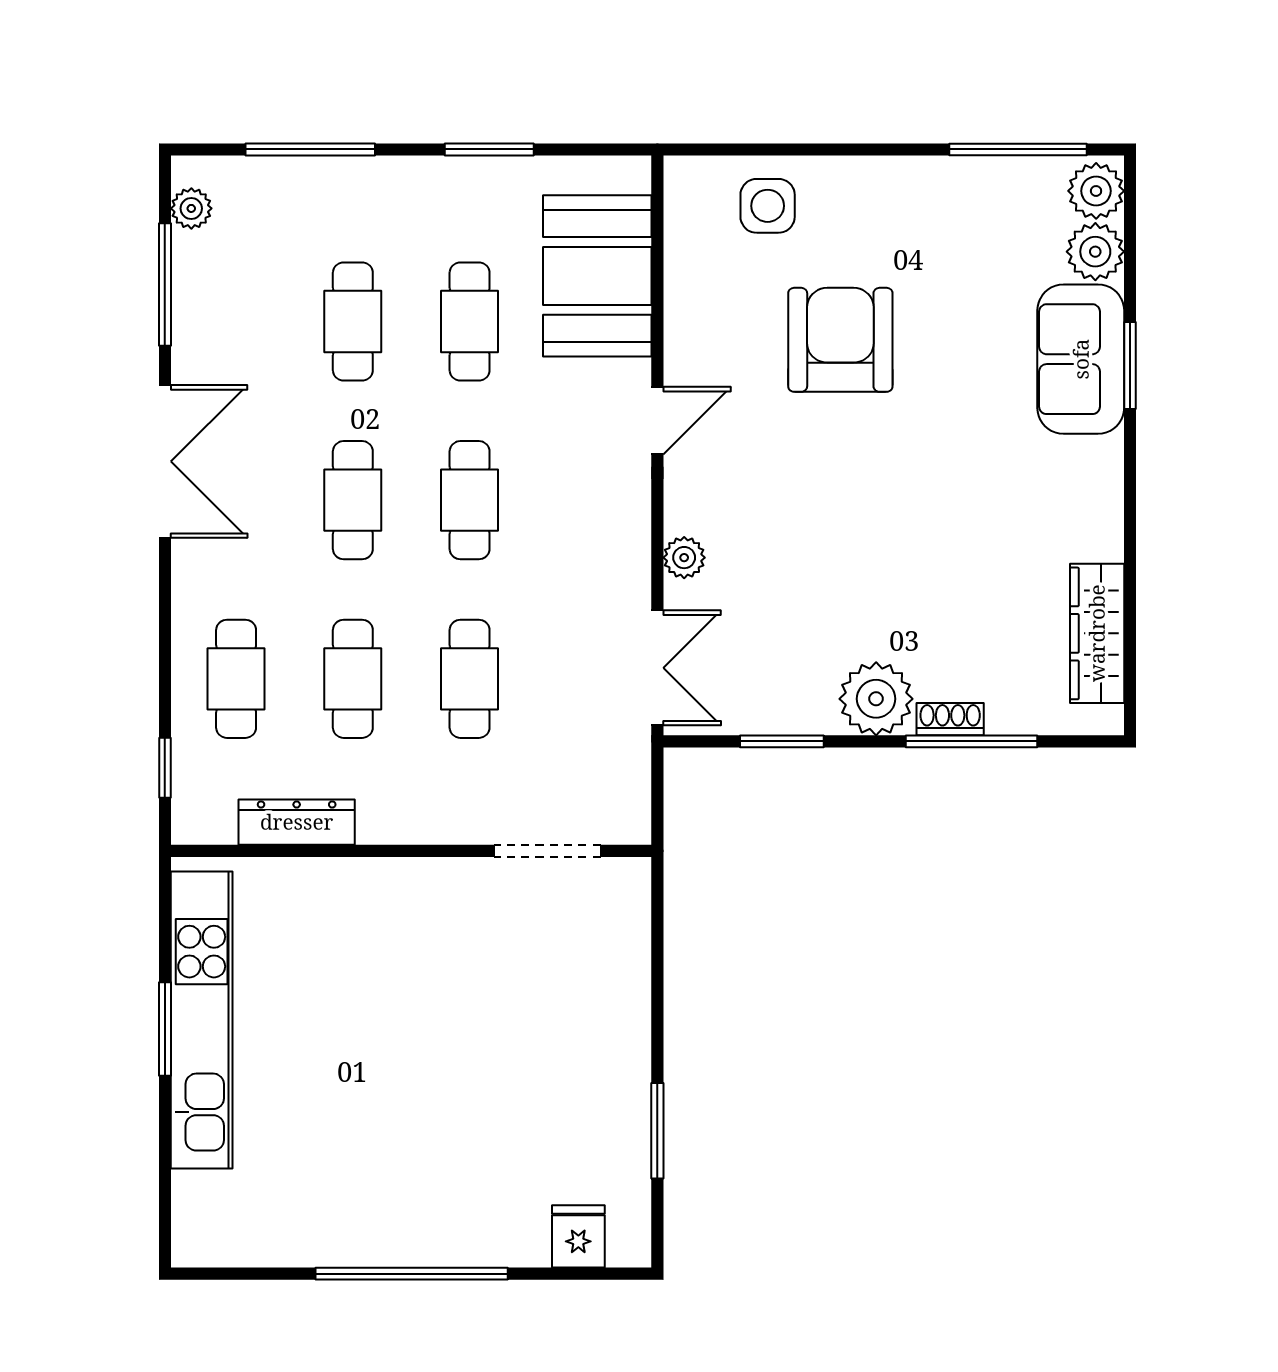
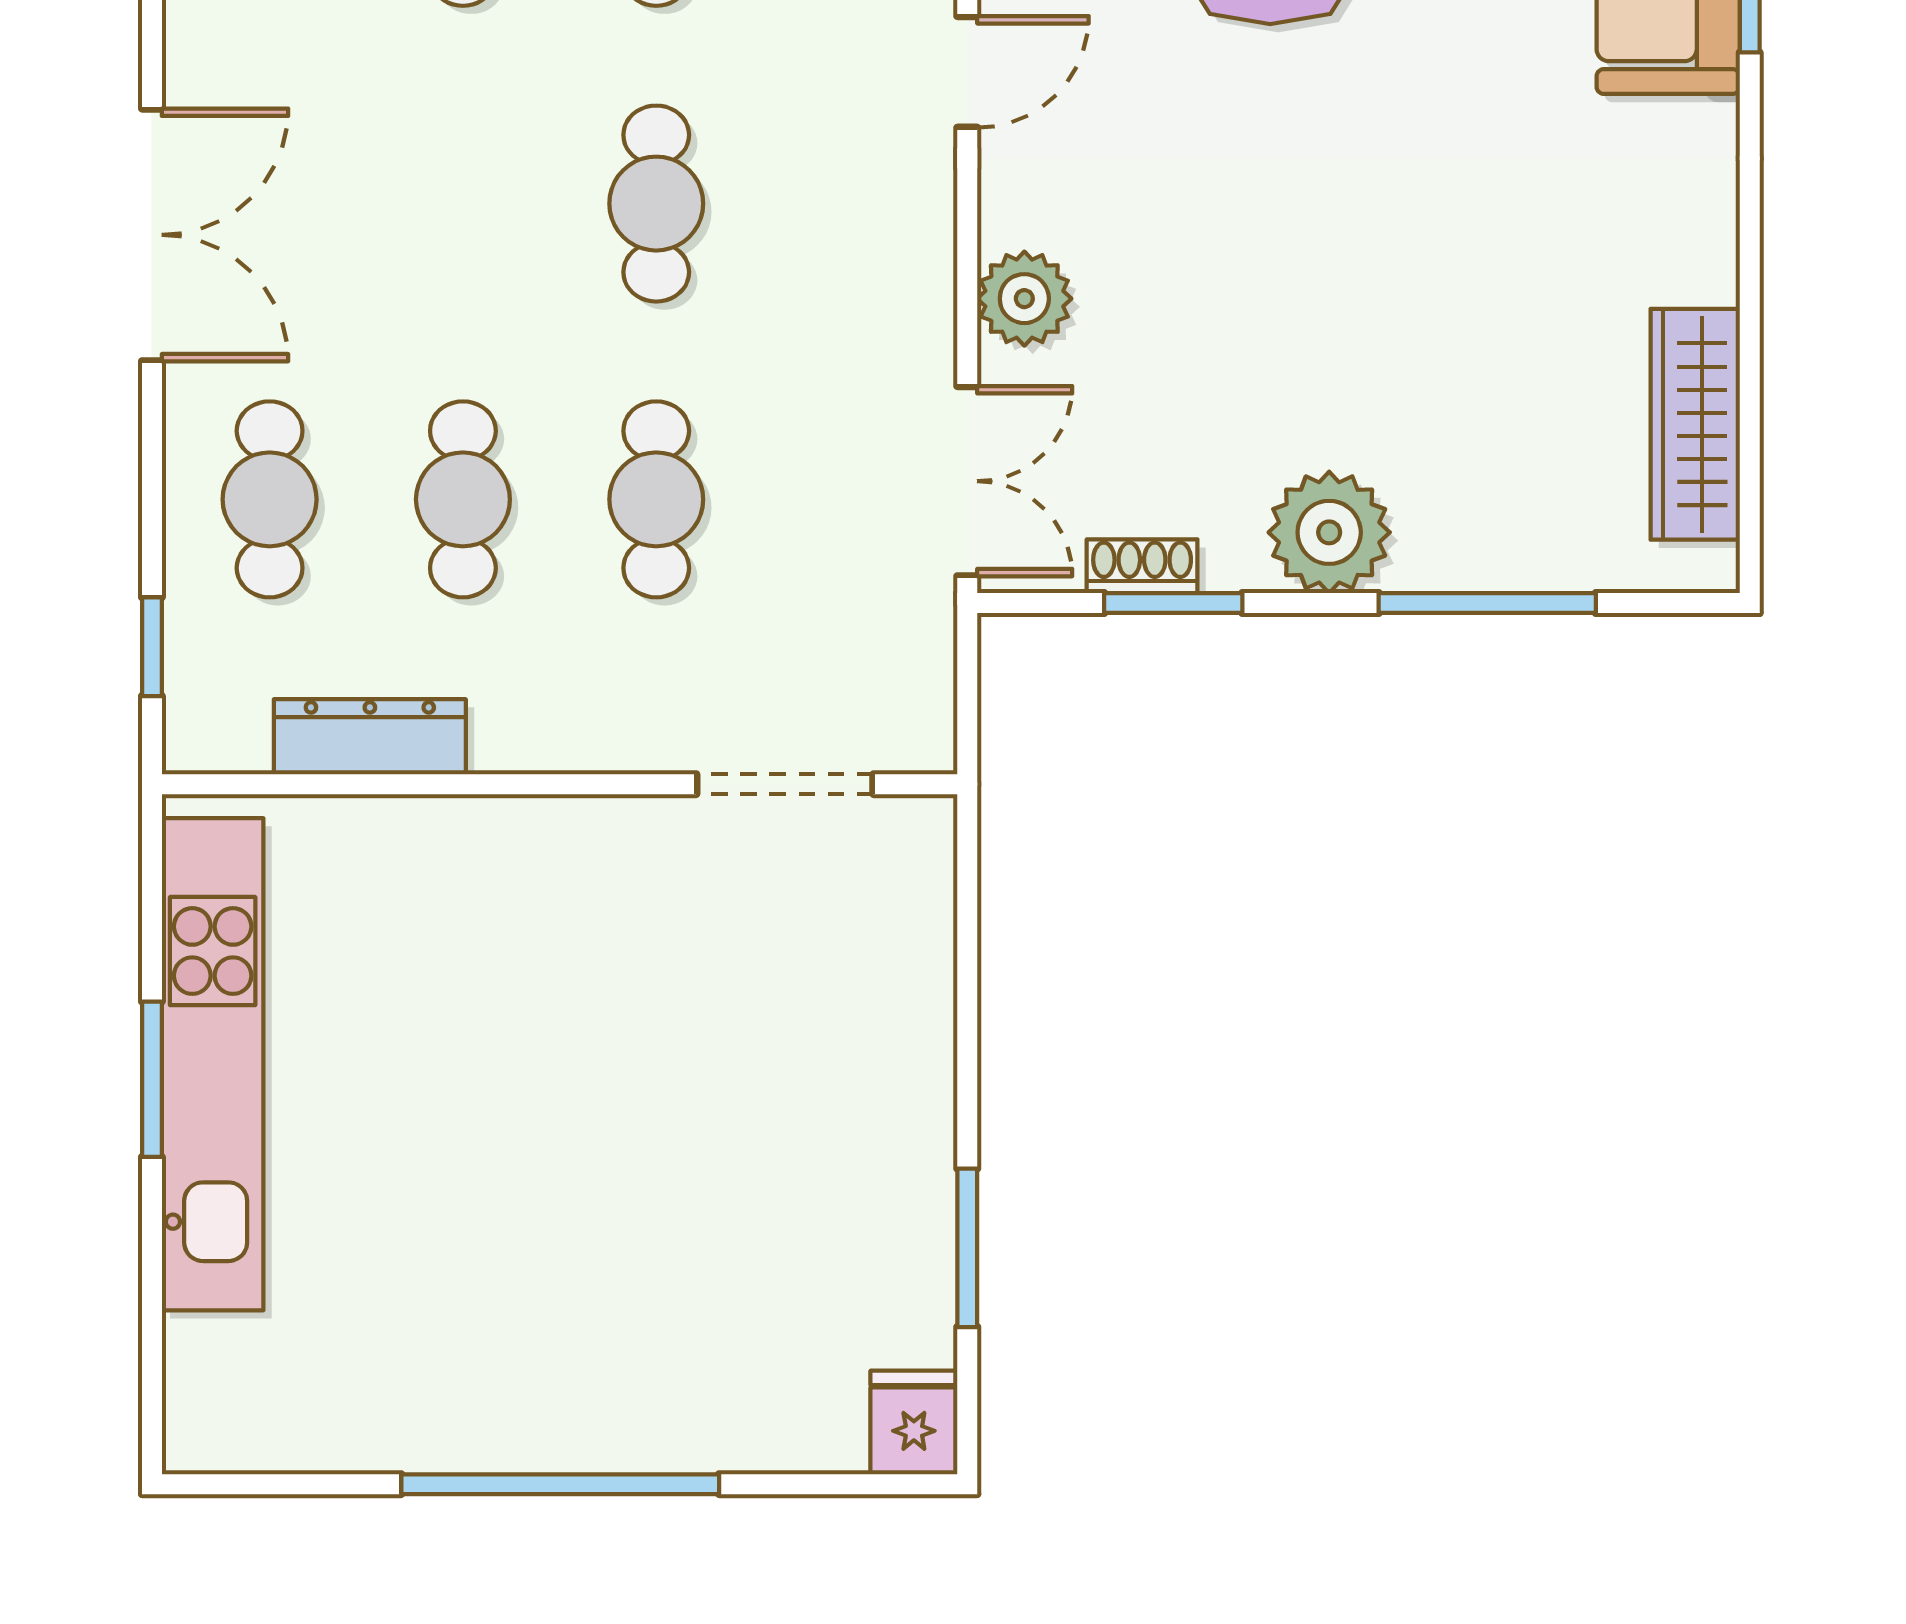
double door: (165, 461) -> (152, 235), moved
cafe table: (353, 500) -> (463, 204), removed
plant: (684, 558) -> (1024, 299), width x1.38, depth x1.38
shoe rack: (950, 719) -> (1142, 566), moved
fridge: (578, 1236) -> (914, 1423), moved

